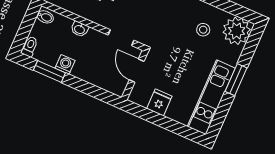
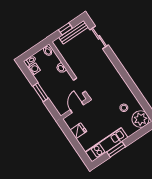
washing machine: (65, 64) -> (34, 69), moved
window: (49, 72) -> (41, 92), moved
window: (236, 80) -> (116, 149), moved

